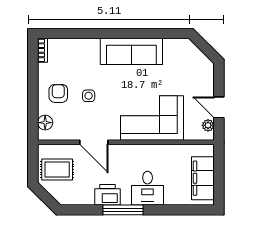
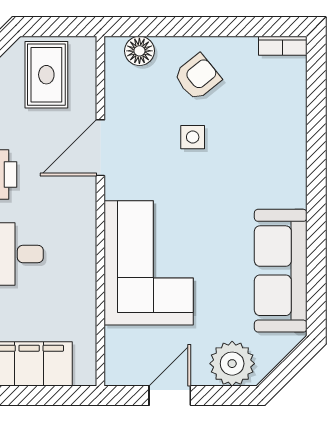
sofa: (131, 51) -> (281, 271), moved
armchair: (58, 93) -> (197, 77), turned -39
plant: (208, 125) -> (232, 364), moved, width x1.87, depth x1.87

